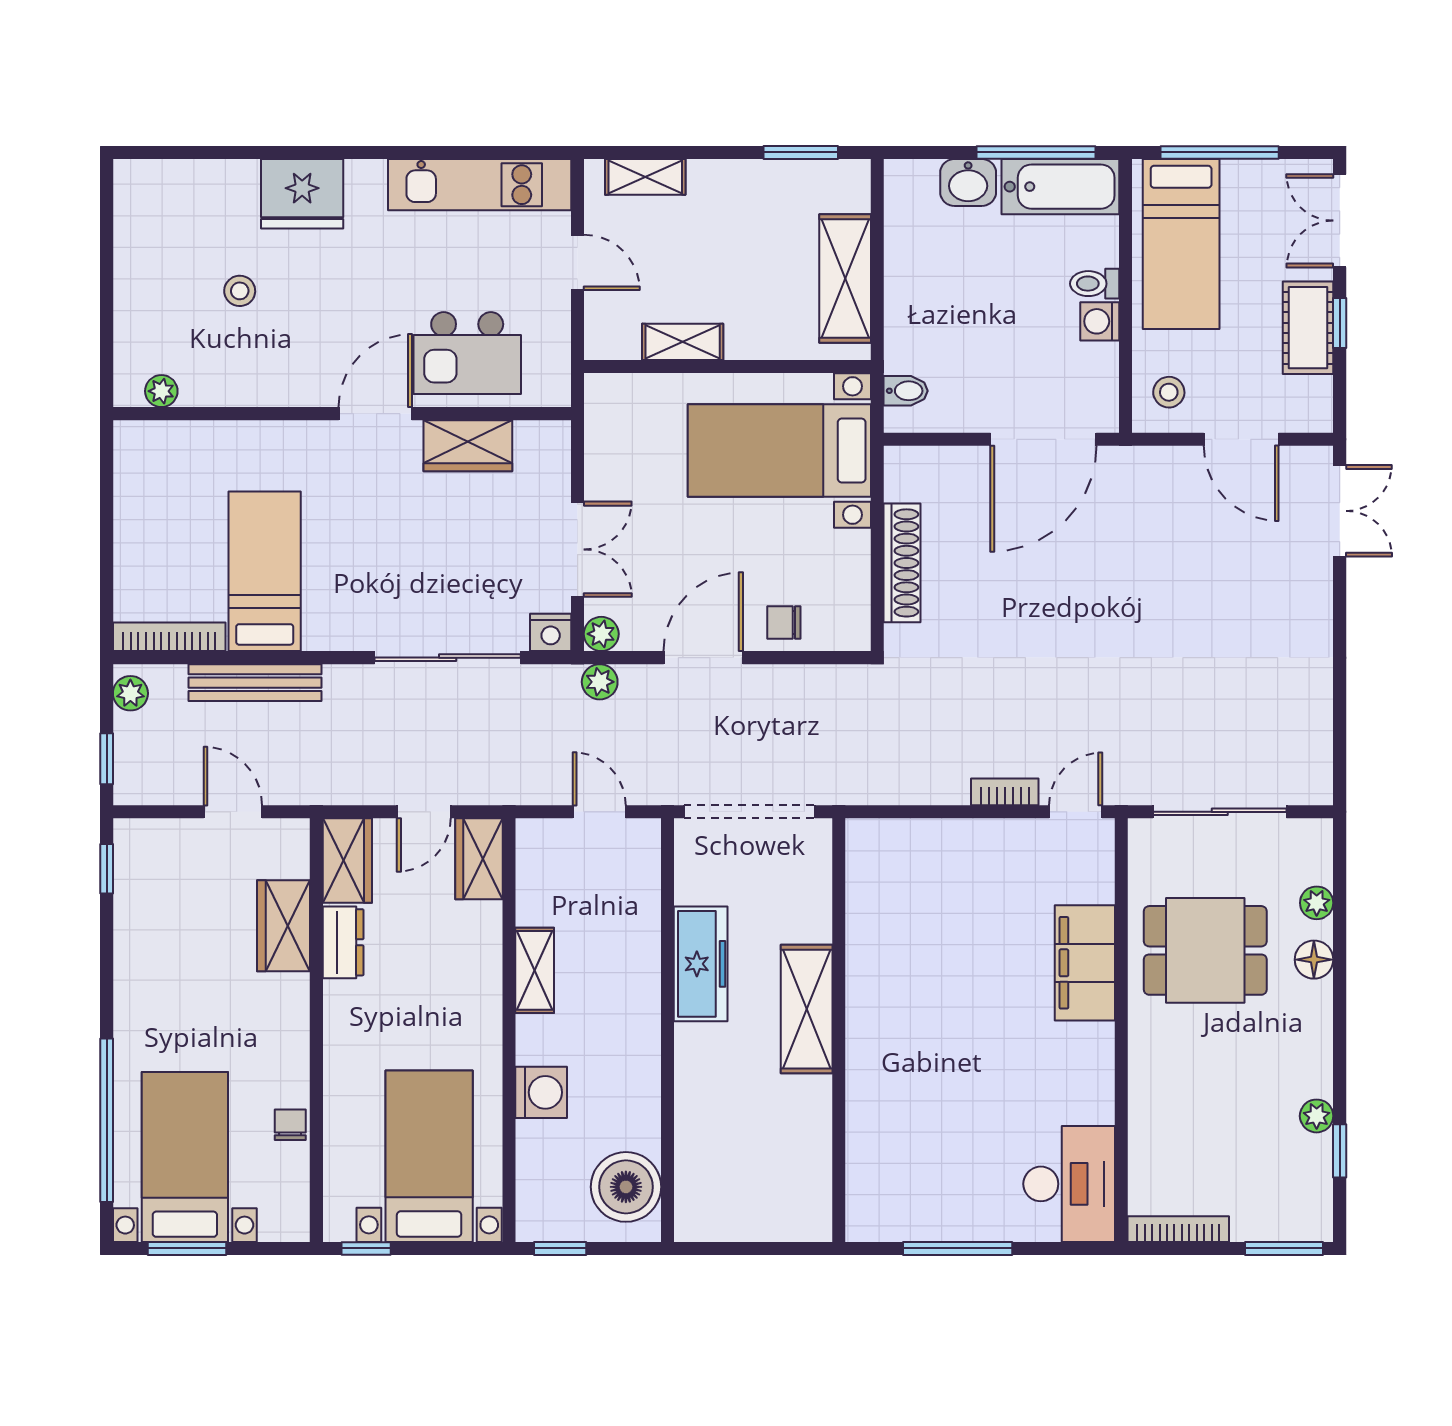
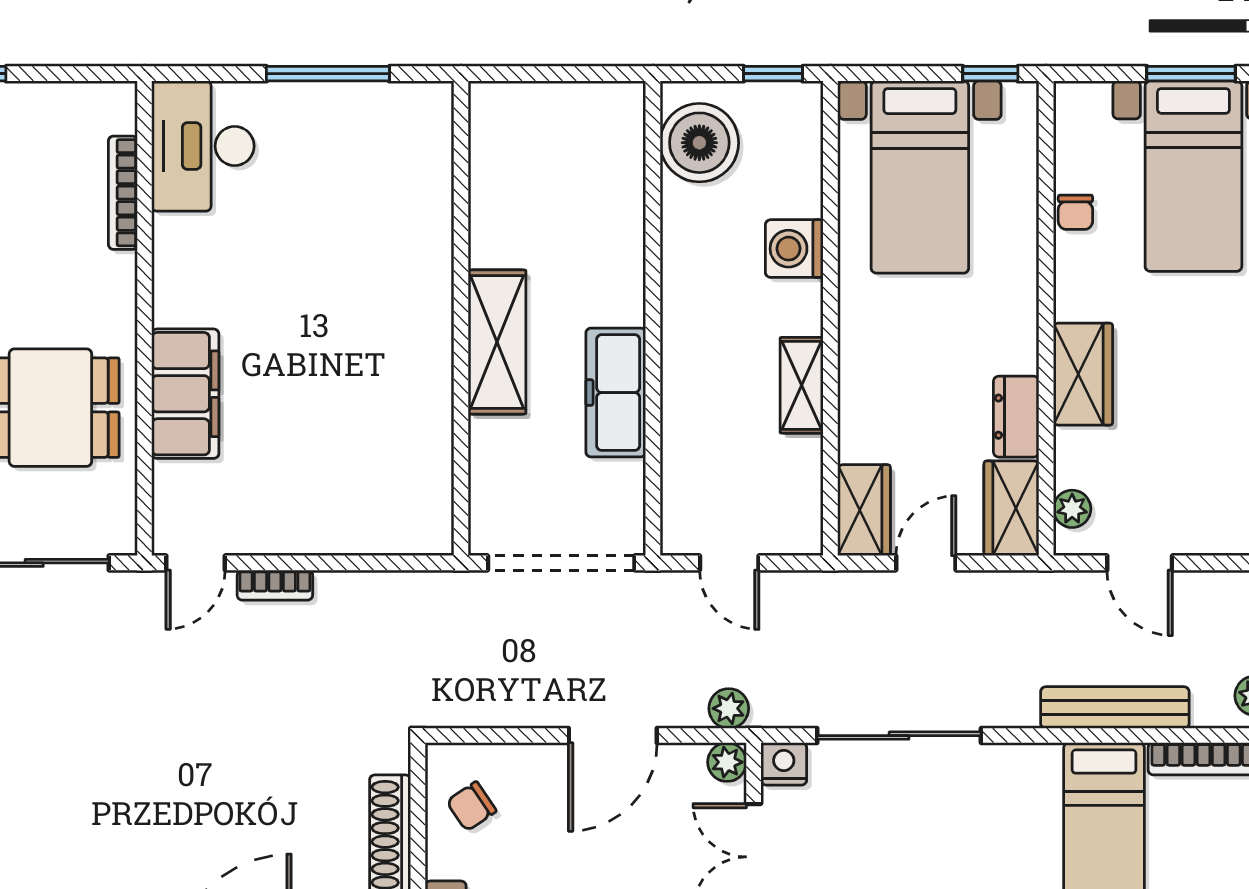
chair: (784, 622) -> (471, 806), moved, turned 146
plant: (293, 860) -> (1072, 509), added
wardrobe: (284, 926) -> (1083, 374), moved
bookcase: (1178, 1229) -> (123, 193), moved, turned 90

